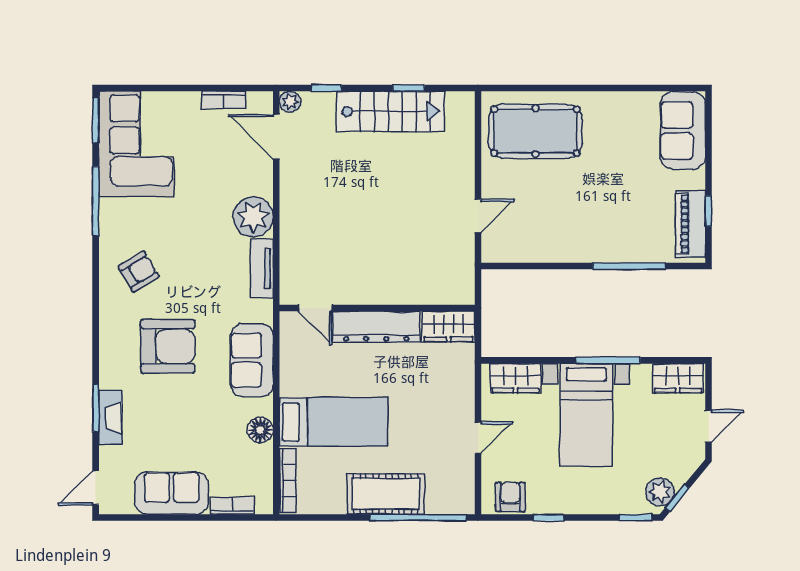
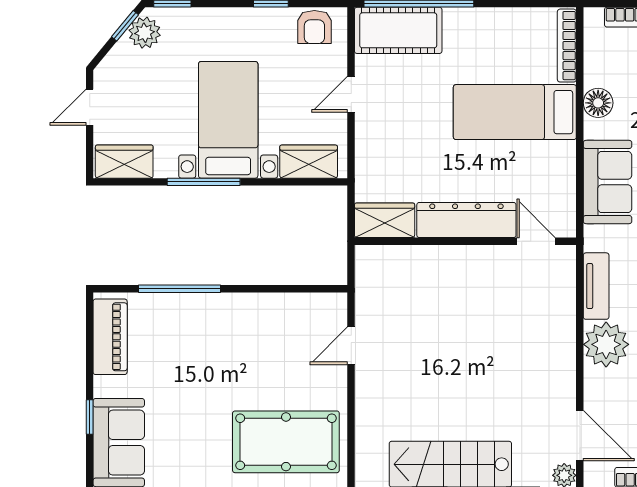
window: (709, 211) -> (90, 417), moved
cot: (386, 494) -> (398, 30), moved

